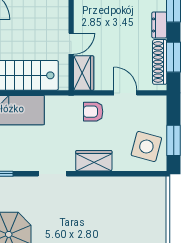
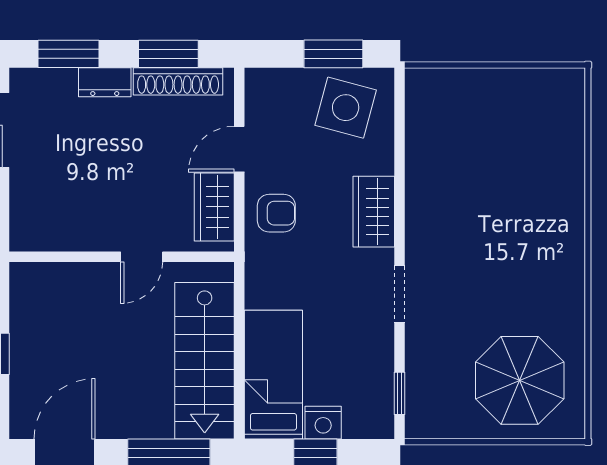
door: (71, 44) -> (142, 257), swing flipped
wardrobe: (84, 73) -> (214, 207), moved, turned -90
armchair: (93, 112) -> (276, 213), turned -90

